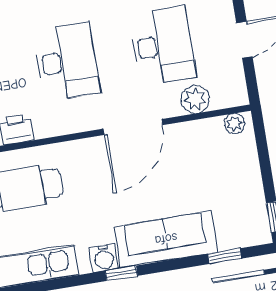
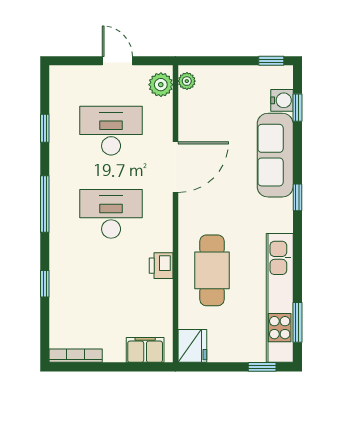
plant: (195, 99) -> (161, 85), moved
door: (133, 127) -> (176, 167), hinge flipped
water cooler: (104, 258) -> (282, 100), moved

